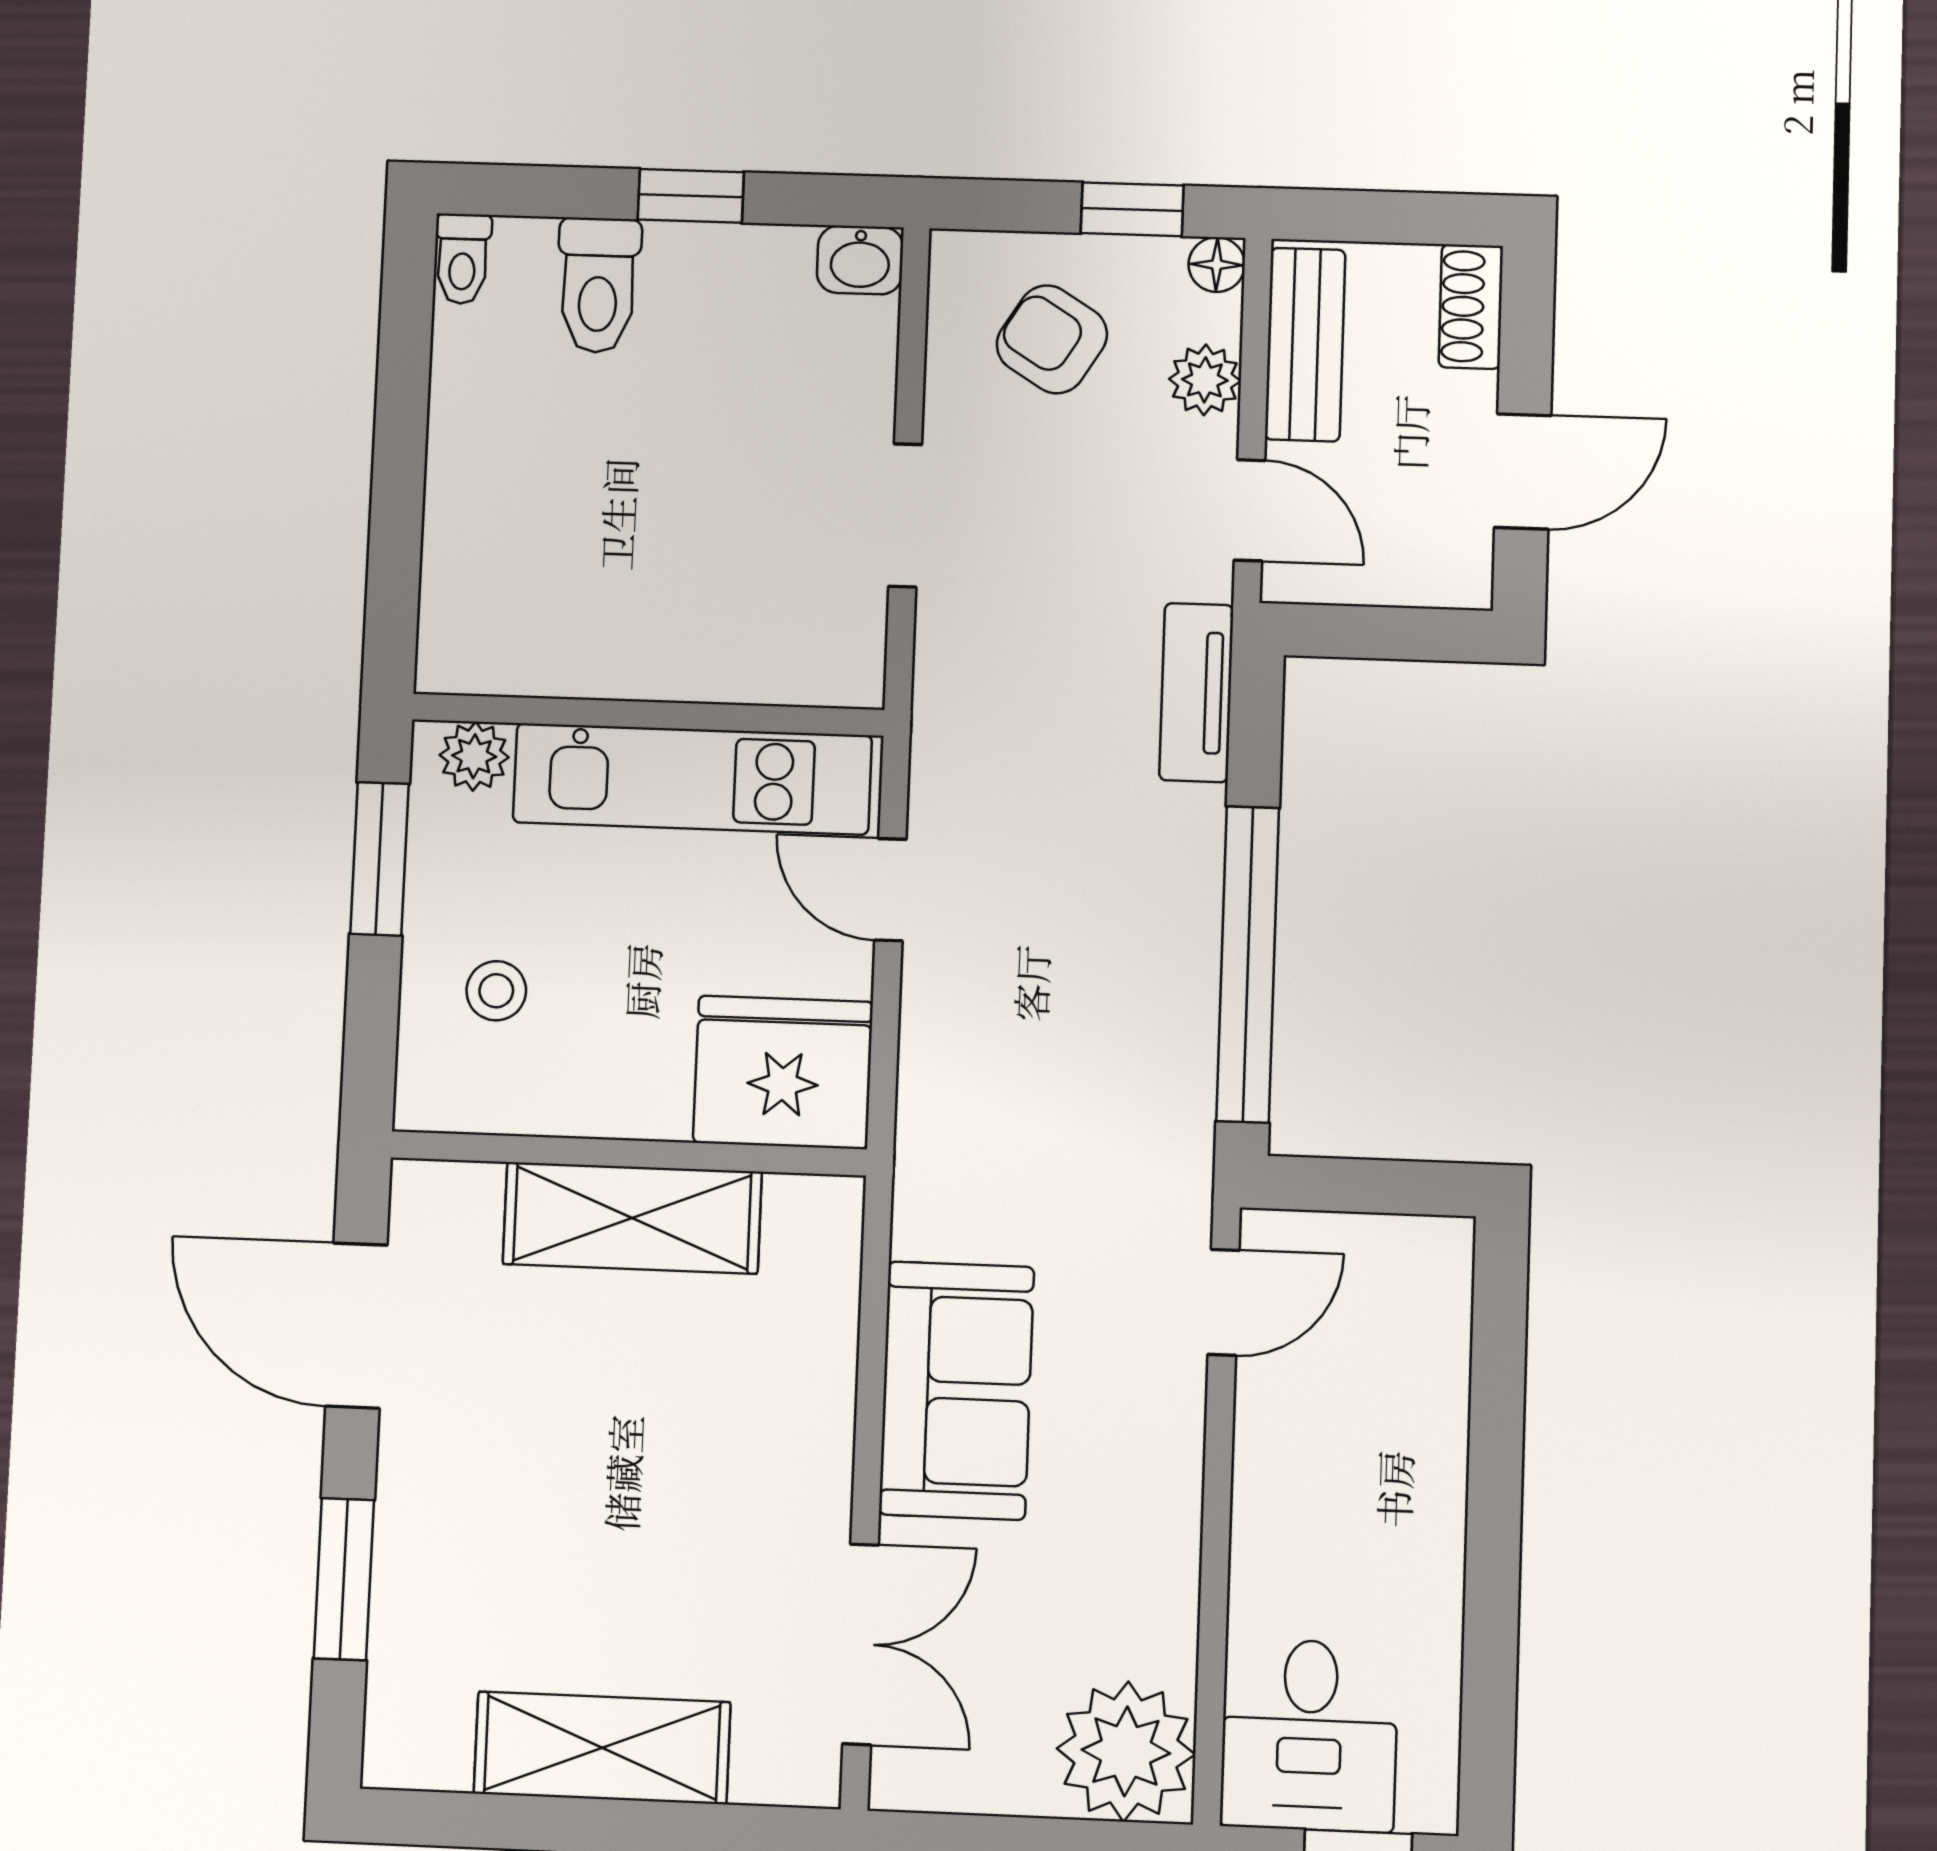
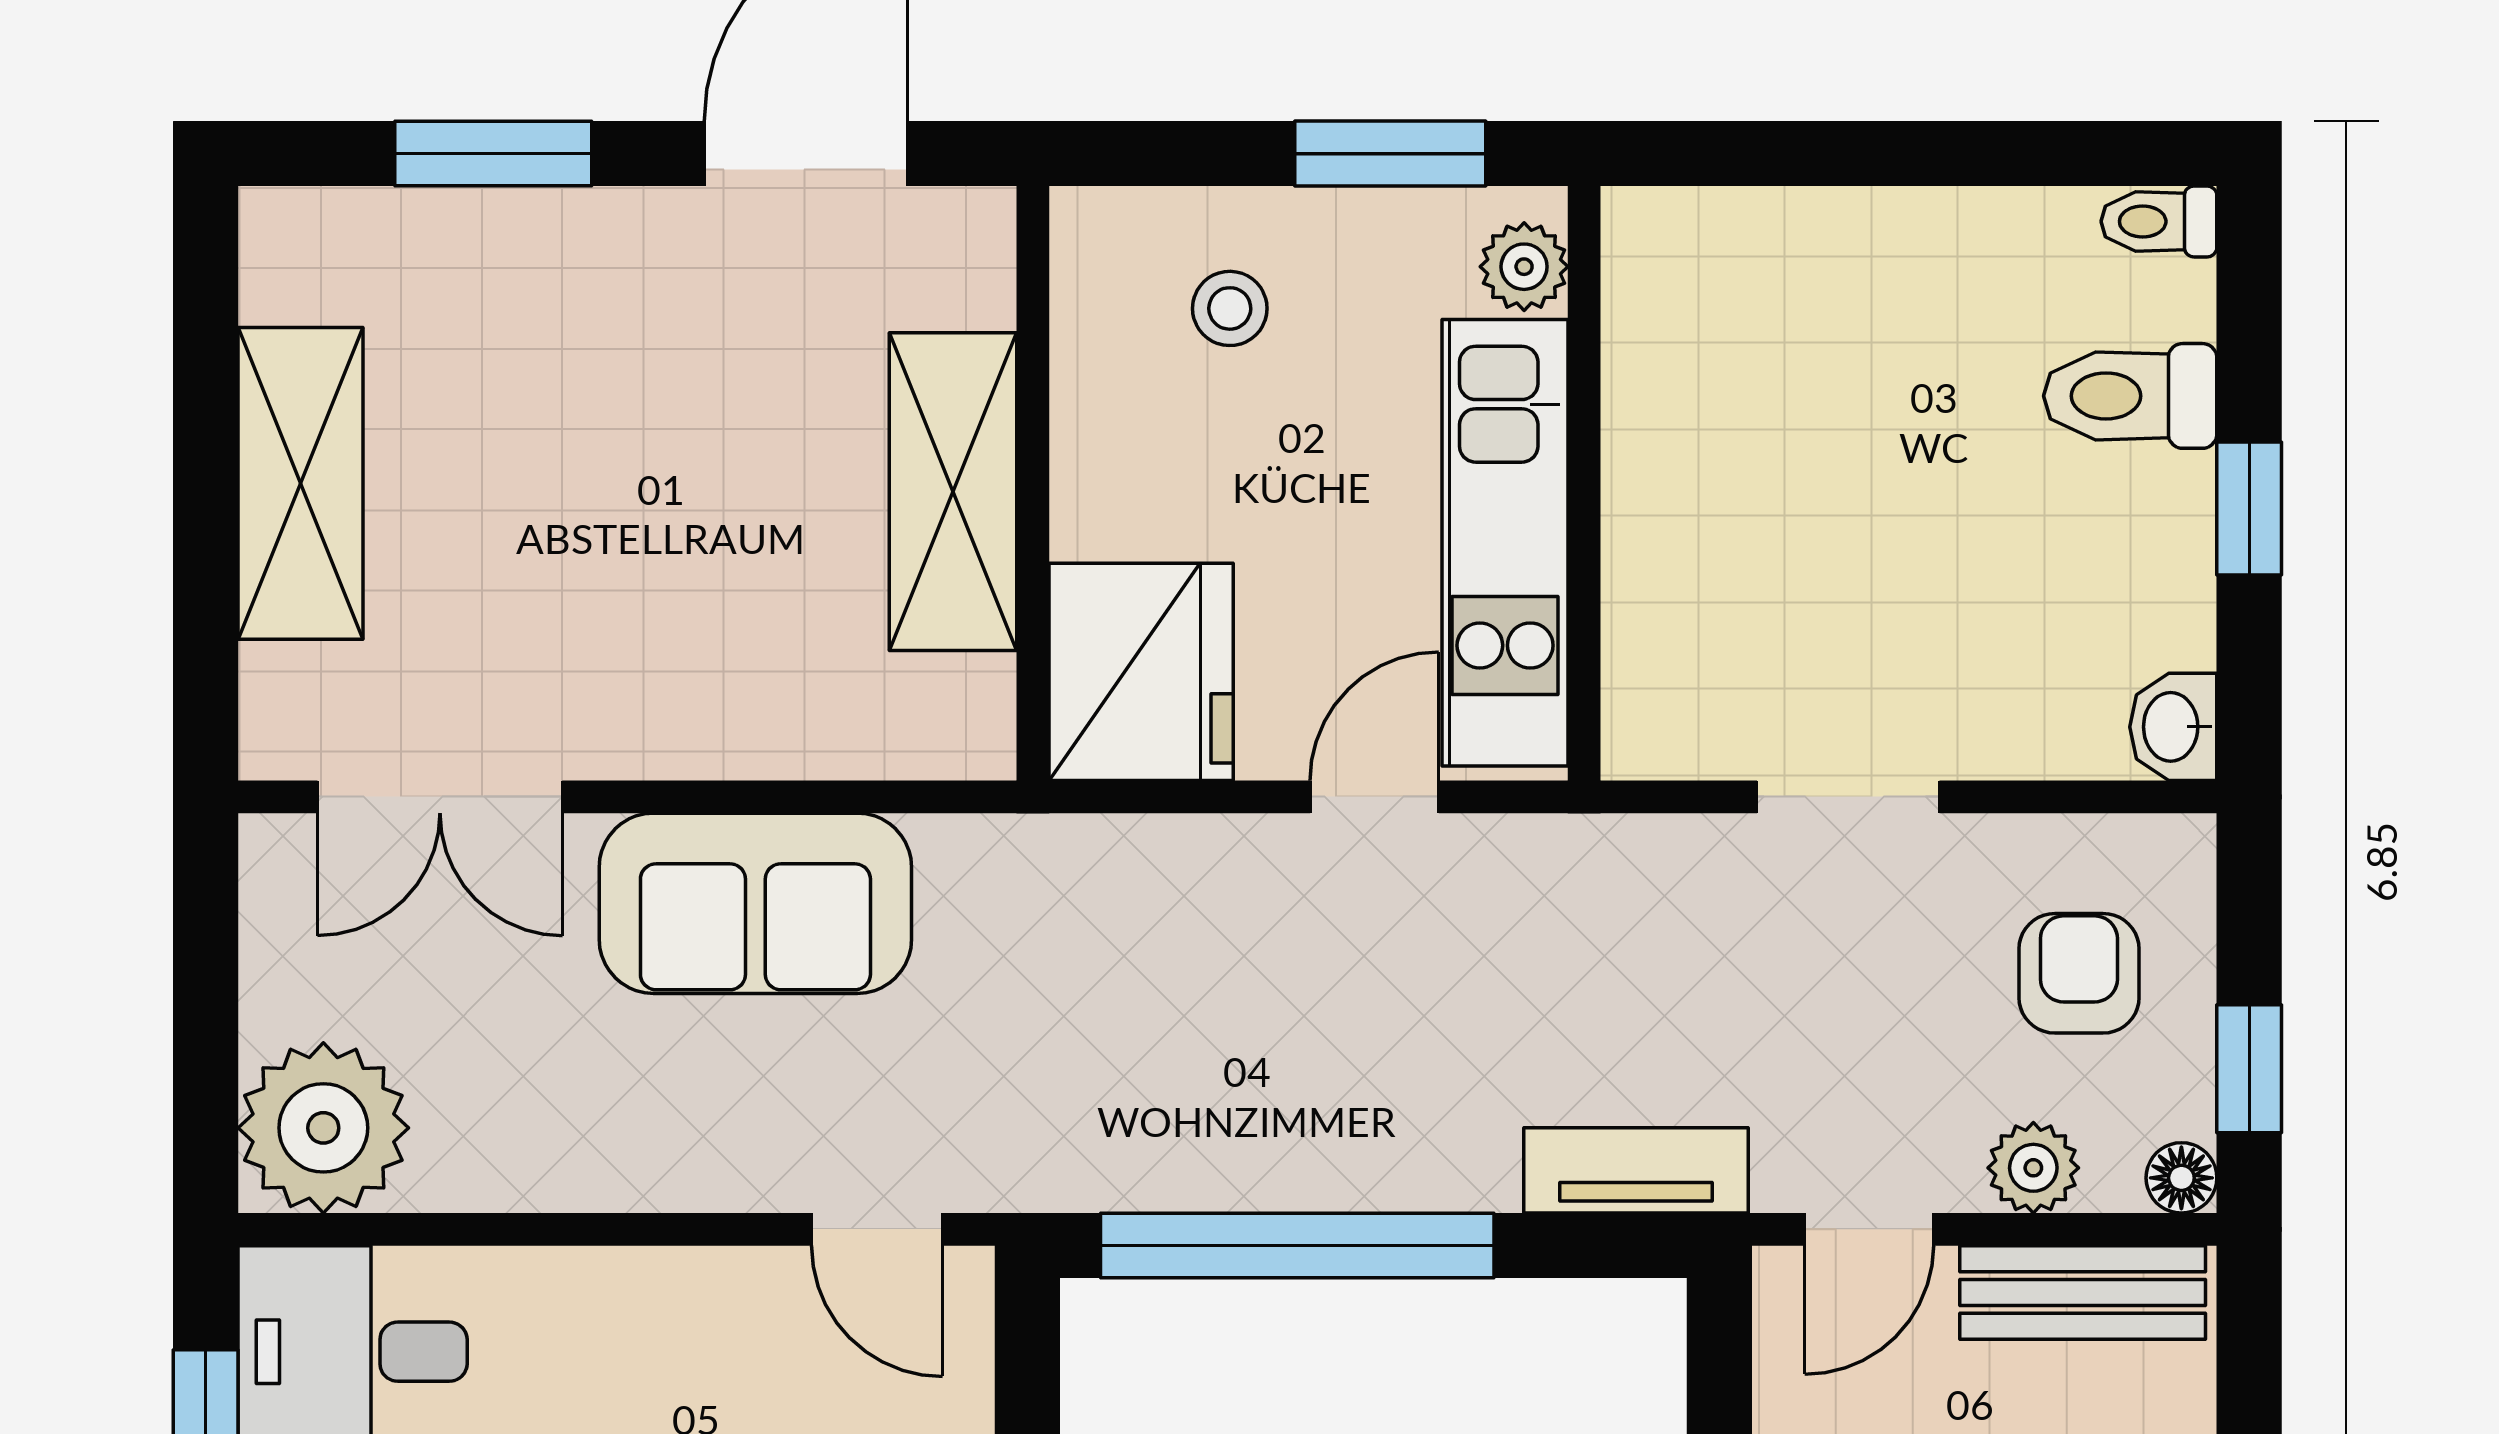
armchair: (1052, 339) -> (2079, 973), turned -32

